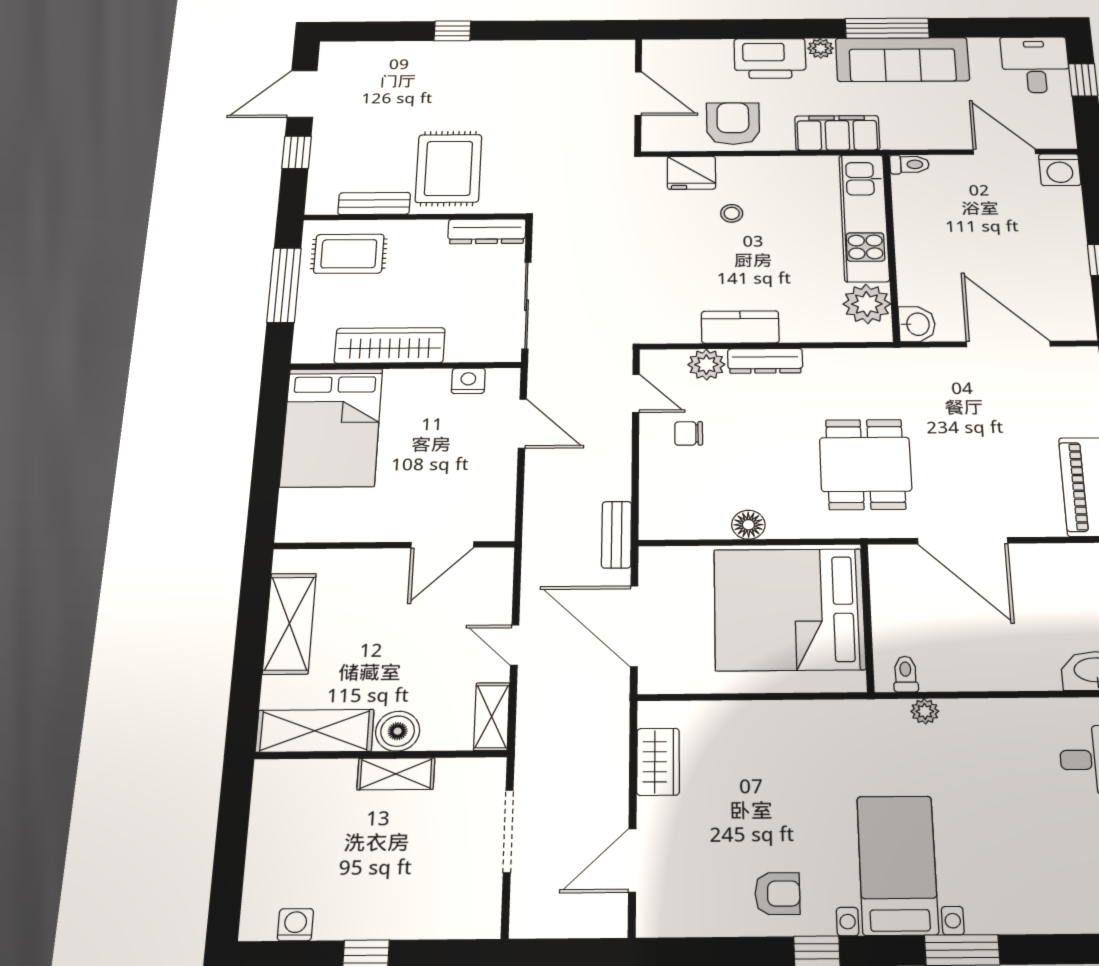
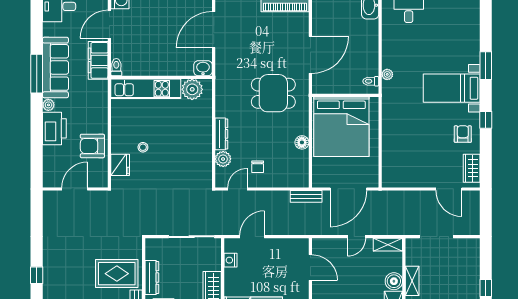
filing cabinet: (837, 133) -> (98, 60), moved
dresser: (487, 231) -> (152, 278), moved
kitchen counter: (740, 327) -> (204, 144), removed
wardrobe: (658, 762) -> (472, 168), moved, turned -90

